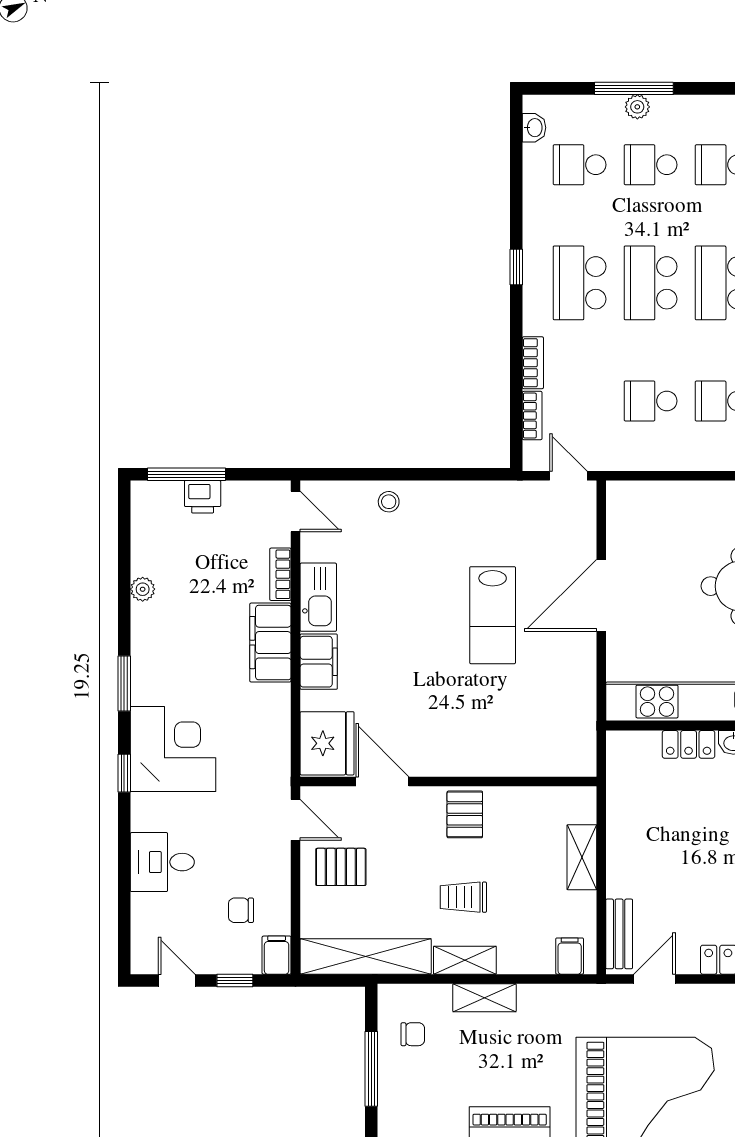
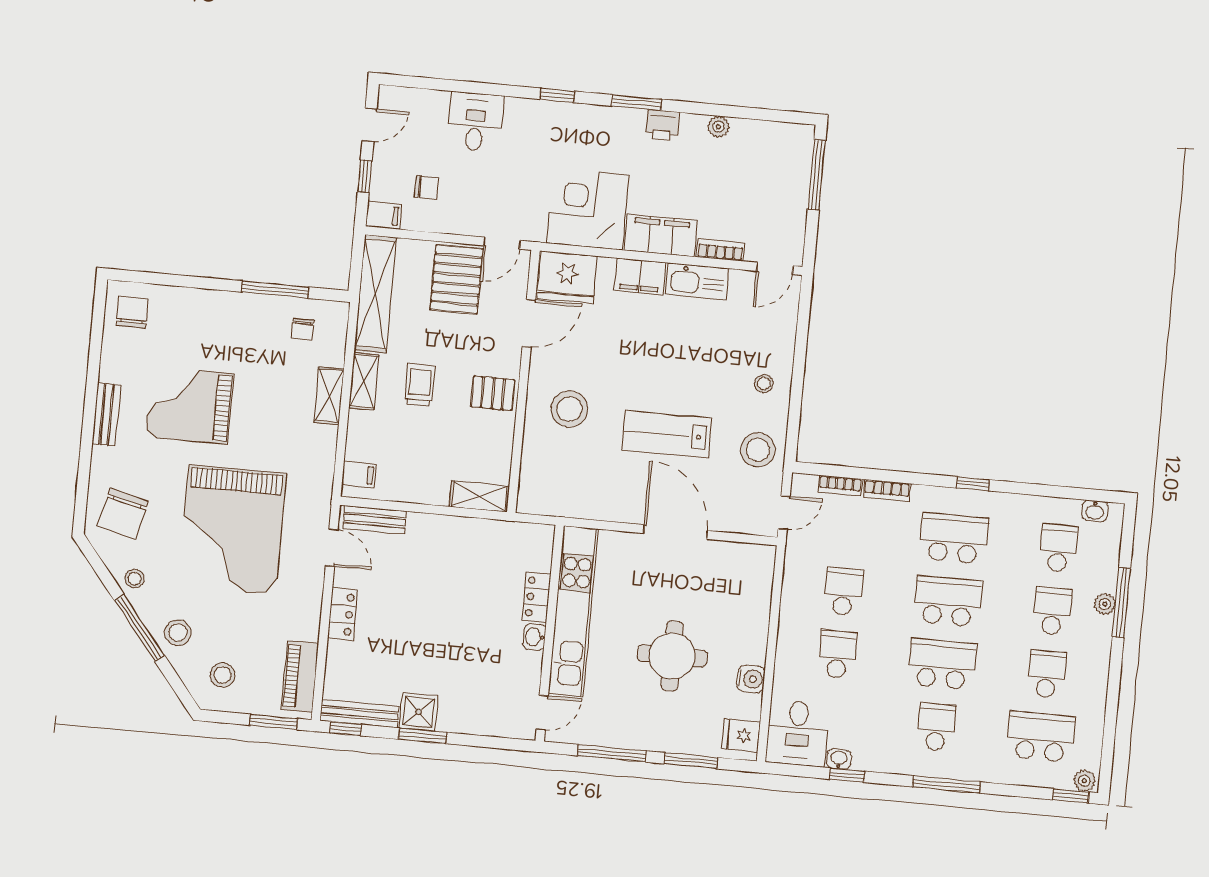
printer: (203, 497) -> (662, 125), moved, turned -90
stool: (389, 502) -> (764, 384), moved
stool: (501, 512) -> (758, 450), added
stool: (475, 727) -> (569, 409), added
corner desk: (173, 749) -> (588, 209), moved, turned 180
shelving: (582, 857) -> (479, 496), moved
pallet: (341, 867) -> (456, 279), width x1.50, depth x1.42
chair: (241, 910) -> (426, 187), turned 90

